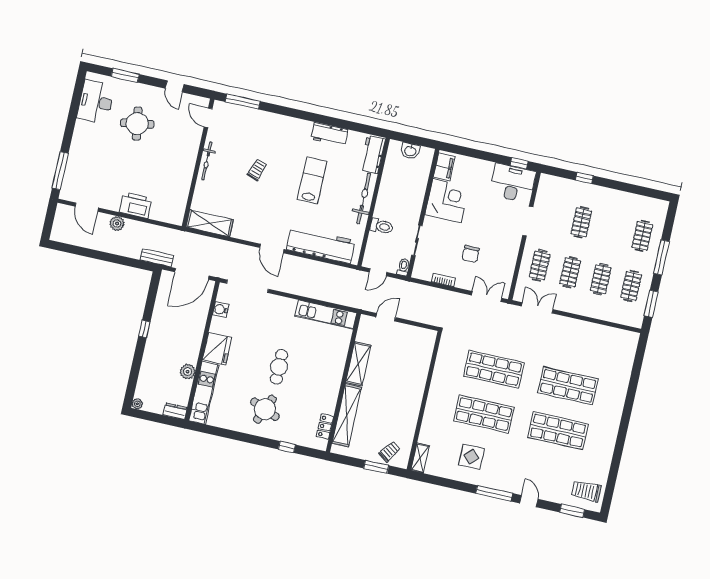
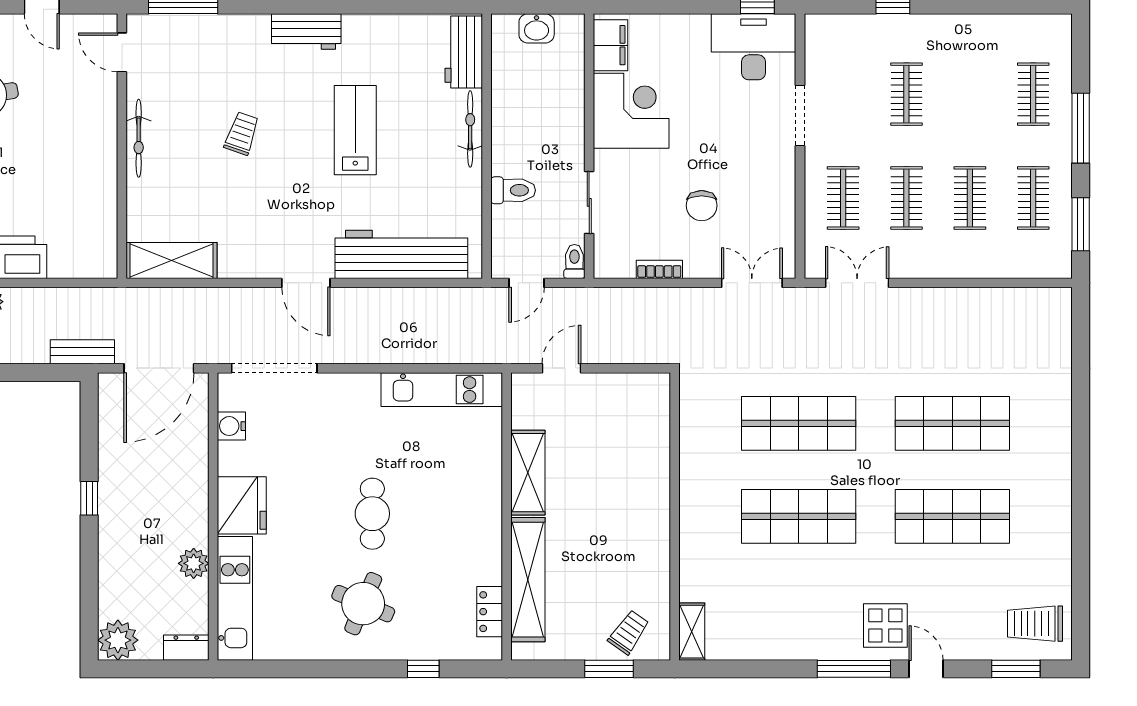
workbench: (329, 134) -> (306, 31), moved
bicycle: (364, 198) -> (470, 129), width x0.73, depth x0.71
plant: (137, 404) -> (118, 640), width x1.88, depth x1.88
display table: (471, 457) -> (885, 625), moved

